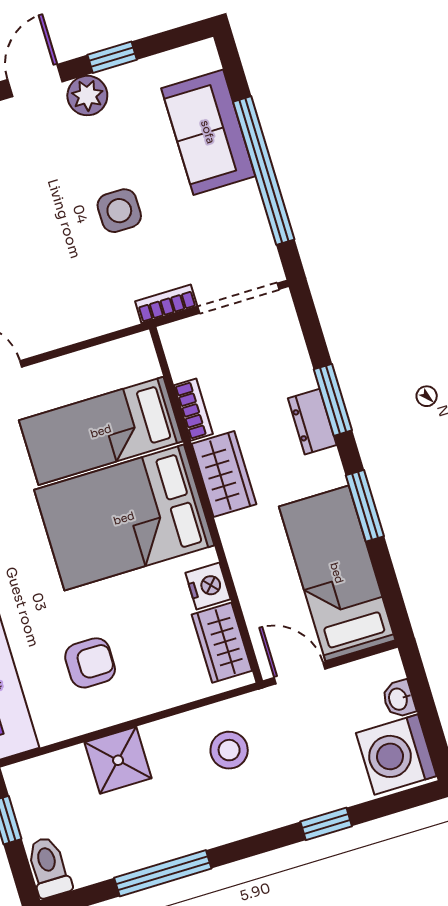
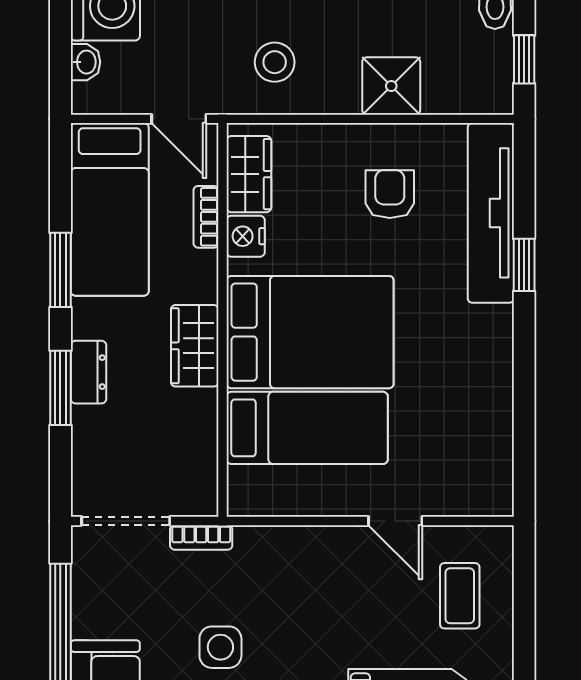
bookcase: (193, 410) -> (206, 217), moved
armchair: (90, 663) -> (390, 194), turned 90

